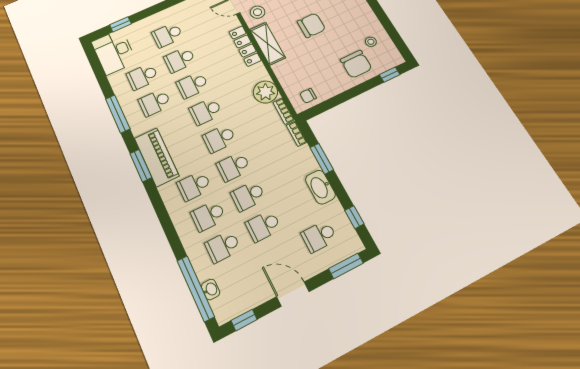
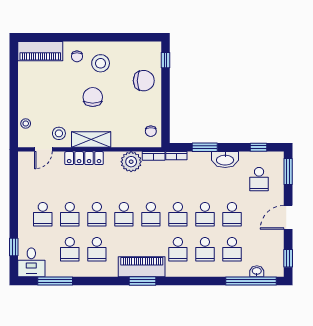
stool: (371, 42) -> (101, 63), moved, width x1.89, depth x1.89
desk: (114, 52) -> (31, 262), width x0.73
window: (118, 114) -> (55, 281), moved

